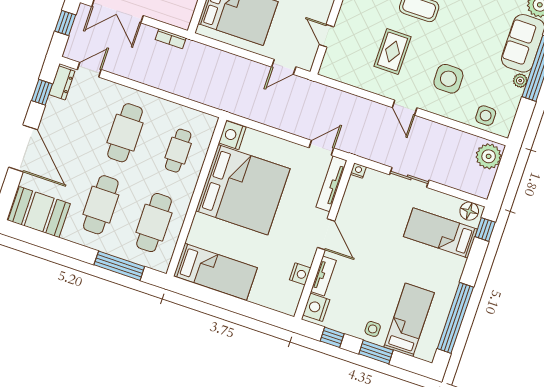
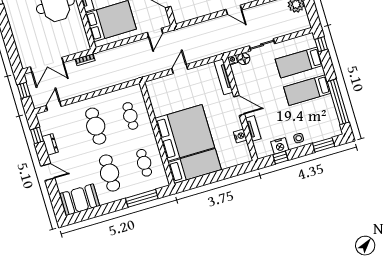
dresser: (62, 83) -> (50, 144), moved
nightstand: (232, 135) -> (153, 88), removed
door: (23, 148) -> (48, 172), width x0.53
door: (321, 148) -> (180, 69), moved
bed: (243, 190) -> (185, 133), moved
floor lamp: (469, 211) -> (244, 59), moved
cafe table: (154, 223) -> (144, 163), width x0.73, depth x0.74
nightstand: (316, 307) -> (280, 146), moved, turned -90
bed: (409, 320) -> (307, 90), moved, turned -90
window: (376, 352) -> (324, 145), moved

